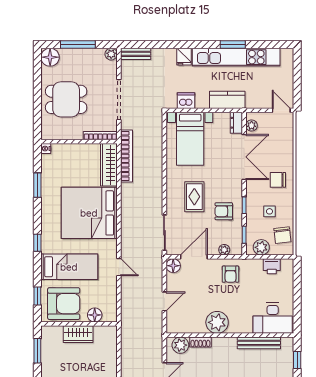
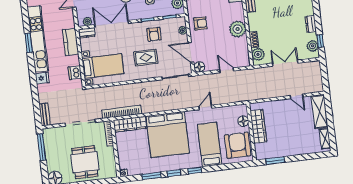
window: (78, 45) -> (41, 147), moved
plant: (111, 54) -> (47, 133), removed
window: (37, 296) -> (174, 173), moved
wardrobe: (78, 334) -> (258, 126), width x1.50

